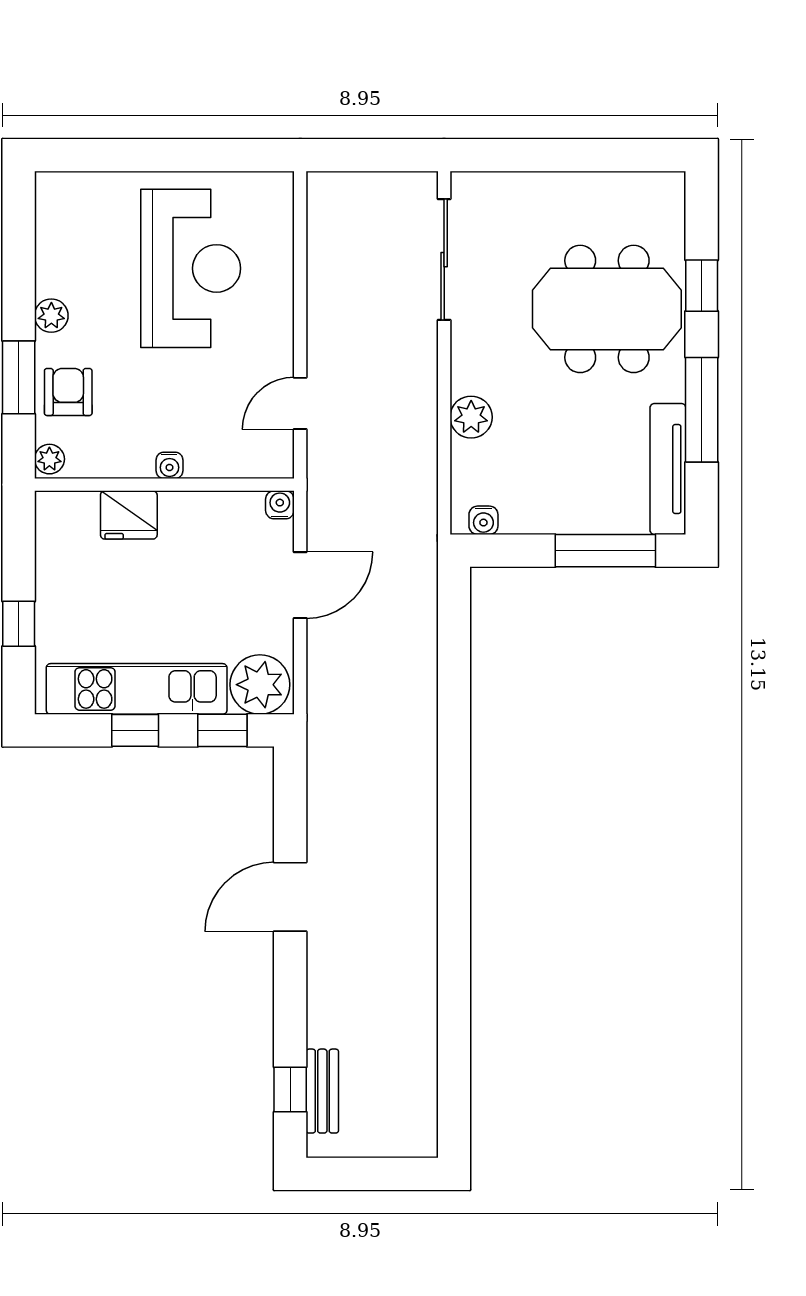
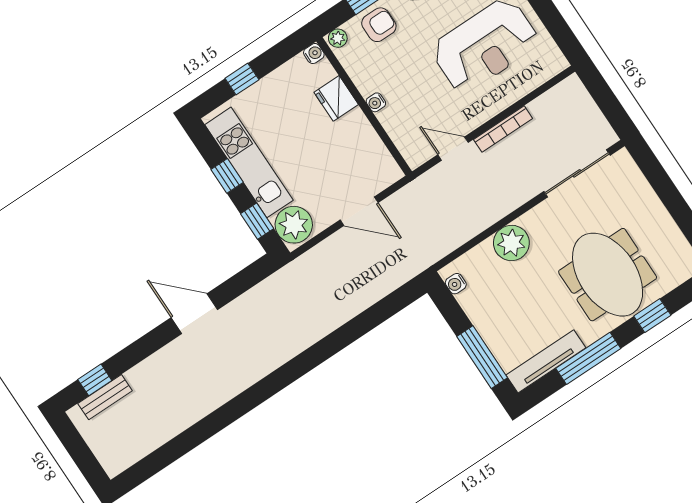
bookcase: (319, 319) -> (503, 129), added
plant: (471, 417) -> (511, 243), width x1.36, depth x1.36
water cooler: (280, 505) -> (314, 54), moved

